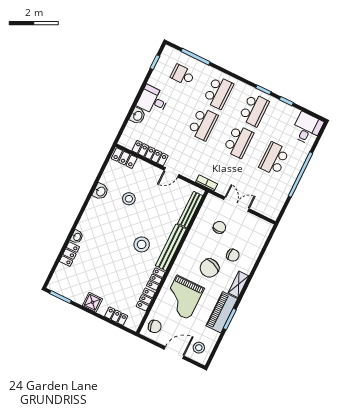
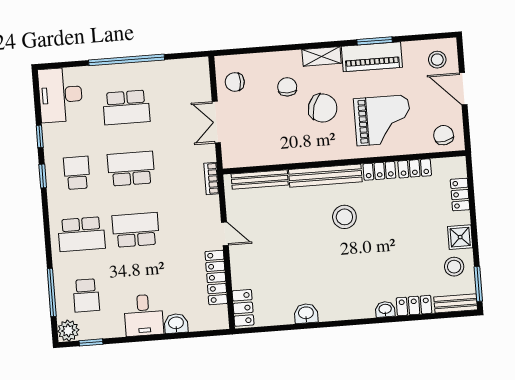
plant: (169, 53) -> (68, 331), added
school desk: (218, 92) -> (81, 234), turned 180
school desk: (254, 110) -> (77, 173), width x0.54
desk: (307, 128) -> (60, 95), width x1.37
stool: (129, 199) -> (454, 267), moved
chair: (219, 227) -> (235, 82), moved
bench: (57, 278) -> (456, 303), added

